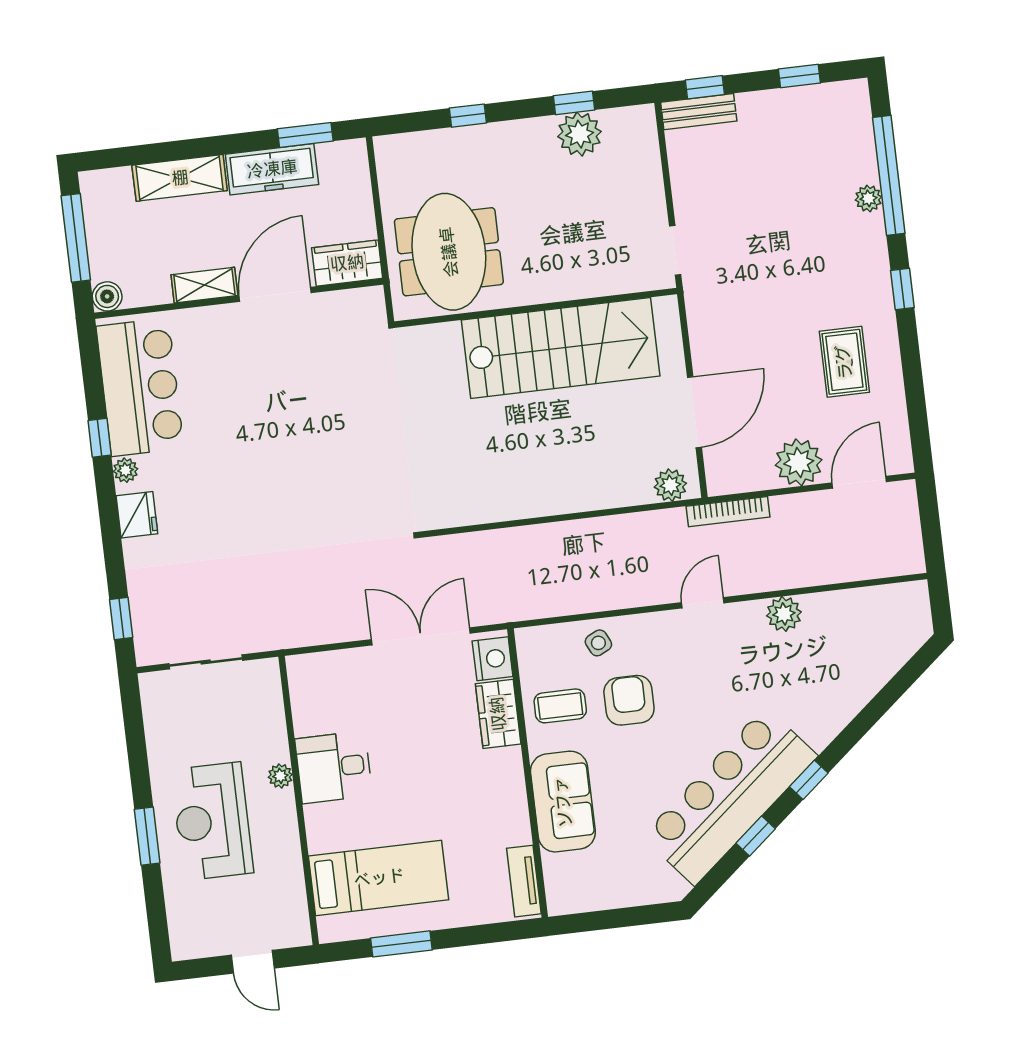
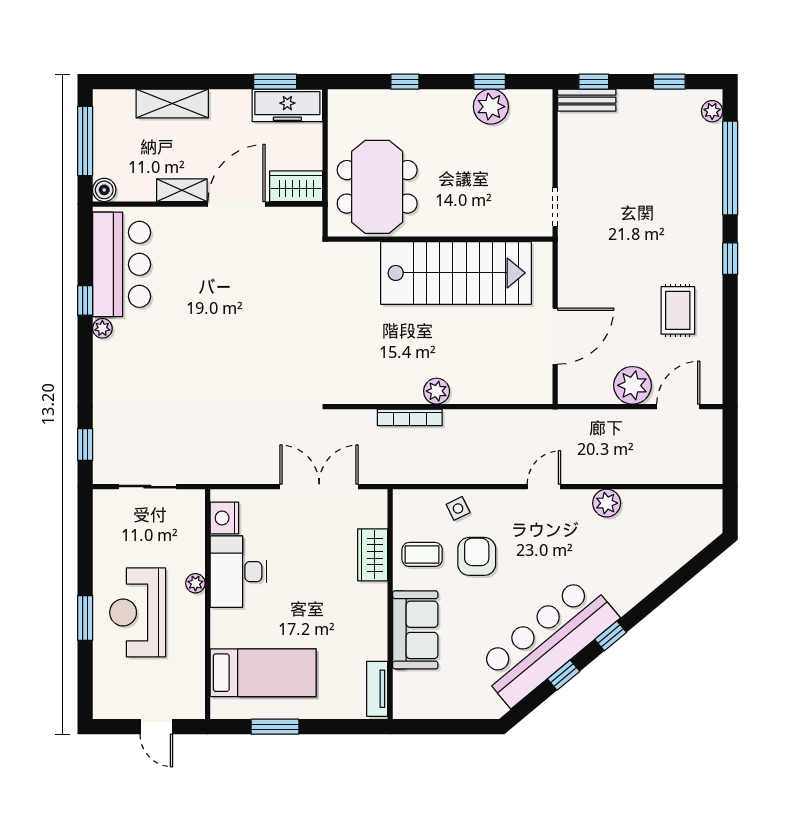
freezer: (272, 169) -> (287, 105), moved
plant: (868, 198) -> (712, 111), moved
plant: (670, 485) -> (437, 391), moved
bookcase: (728, 512) -> (410, 417), moved
fridge: (137, 515) -> (107, 364), removed
nightstand: (493, 659) -> (224, 518), moved, turned 180
desk: (334, 767) -> (238, 572), width x1.37

